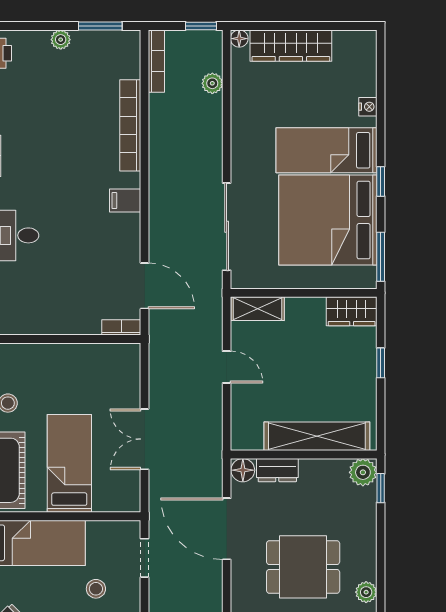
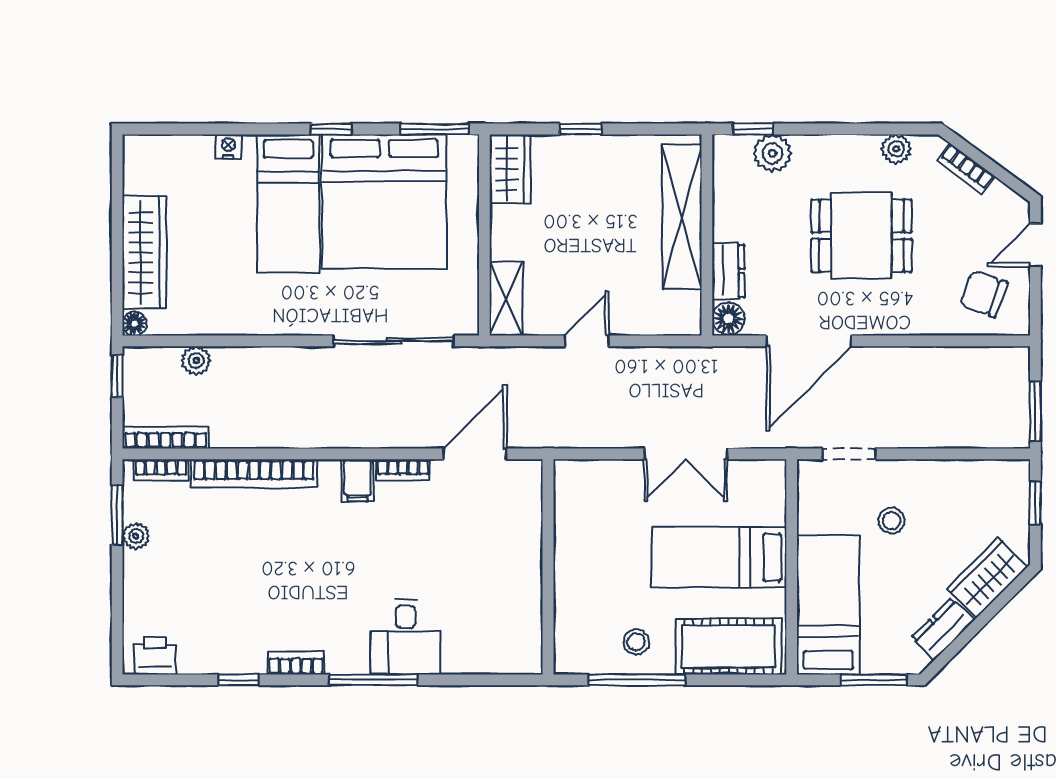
plant: (61, 40) -> (136, 536), moved
bookcase: (133, 58) -> (161, 470), added
bookcase: (121, 327) -> (403, 470), moved, turned -90
plant: (363, 472) -> (772, 153), moved
dining table: (303, 567) -> (862, 236), turned 90

